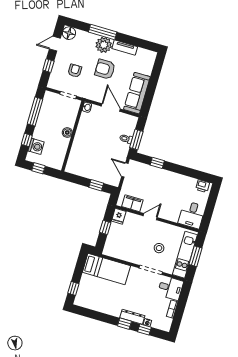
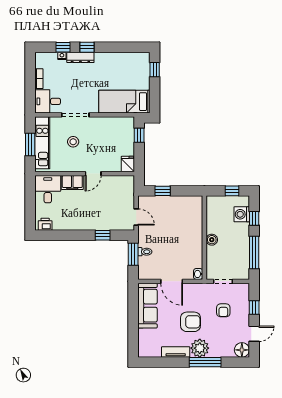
filing cabinet: (132, 203) -> (72, 183), moved
window: (105, 227) -> (139, 135), moved

